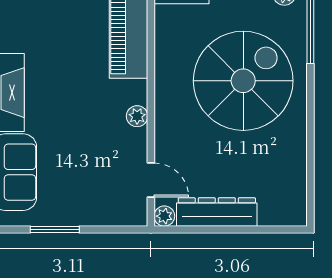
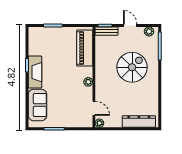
spiral stairs: (243, 81) -> (132, 67), width x0.73, depth x0.73
dresser: (217, 212) -> (139, 121), moved

